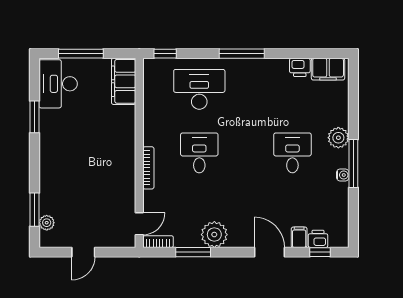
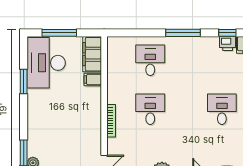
window: (165, 54) -> (227, 33), moved
desk: (58, 84) -> (46, 63), width x1.36, depth x1.30
desk: (199, 89) -> (150, 60), width x0.73
filing cabinet: (124, 114) -> (93, 80), added

